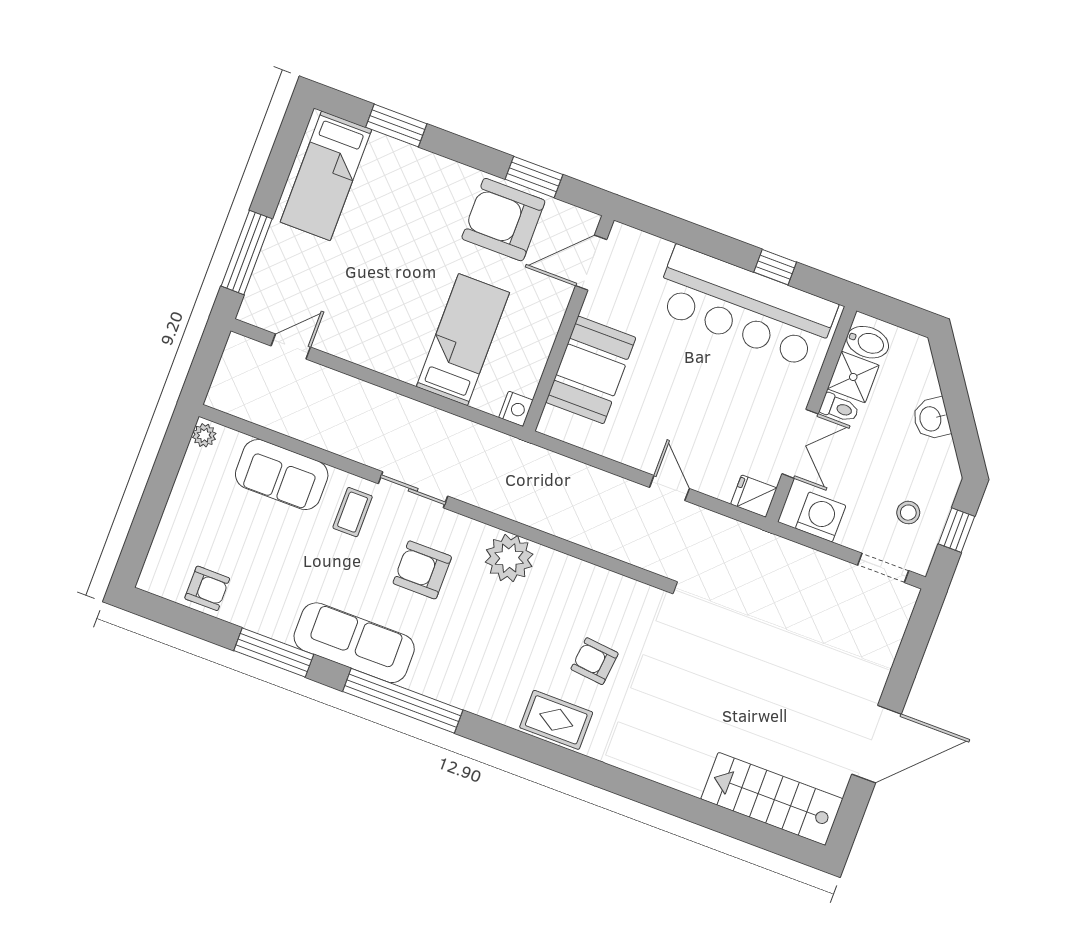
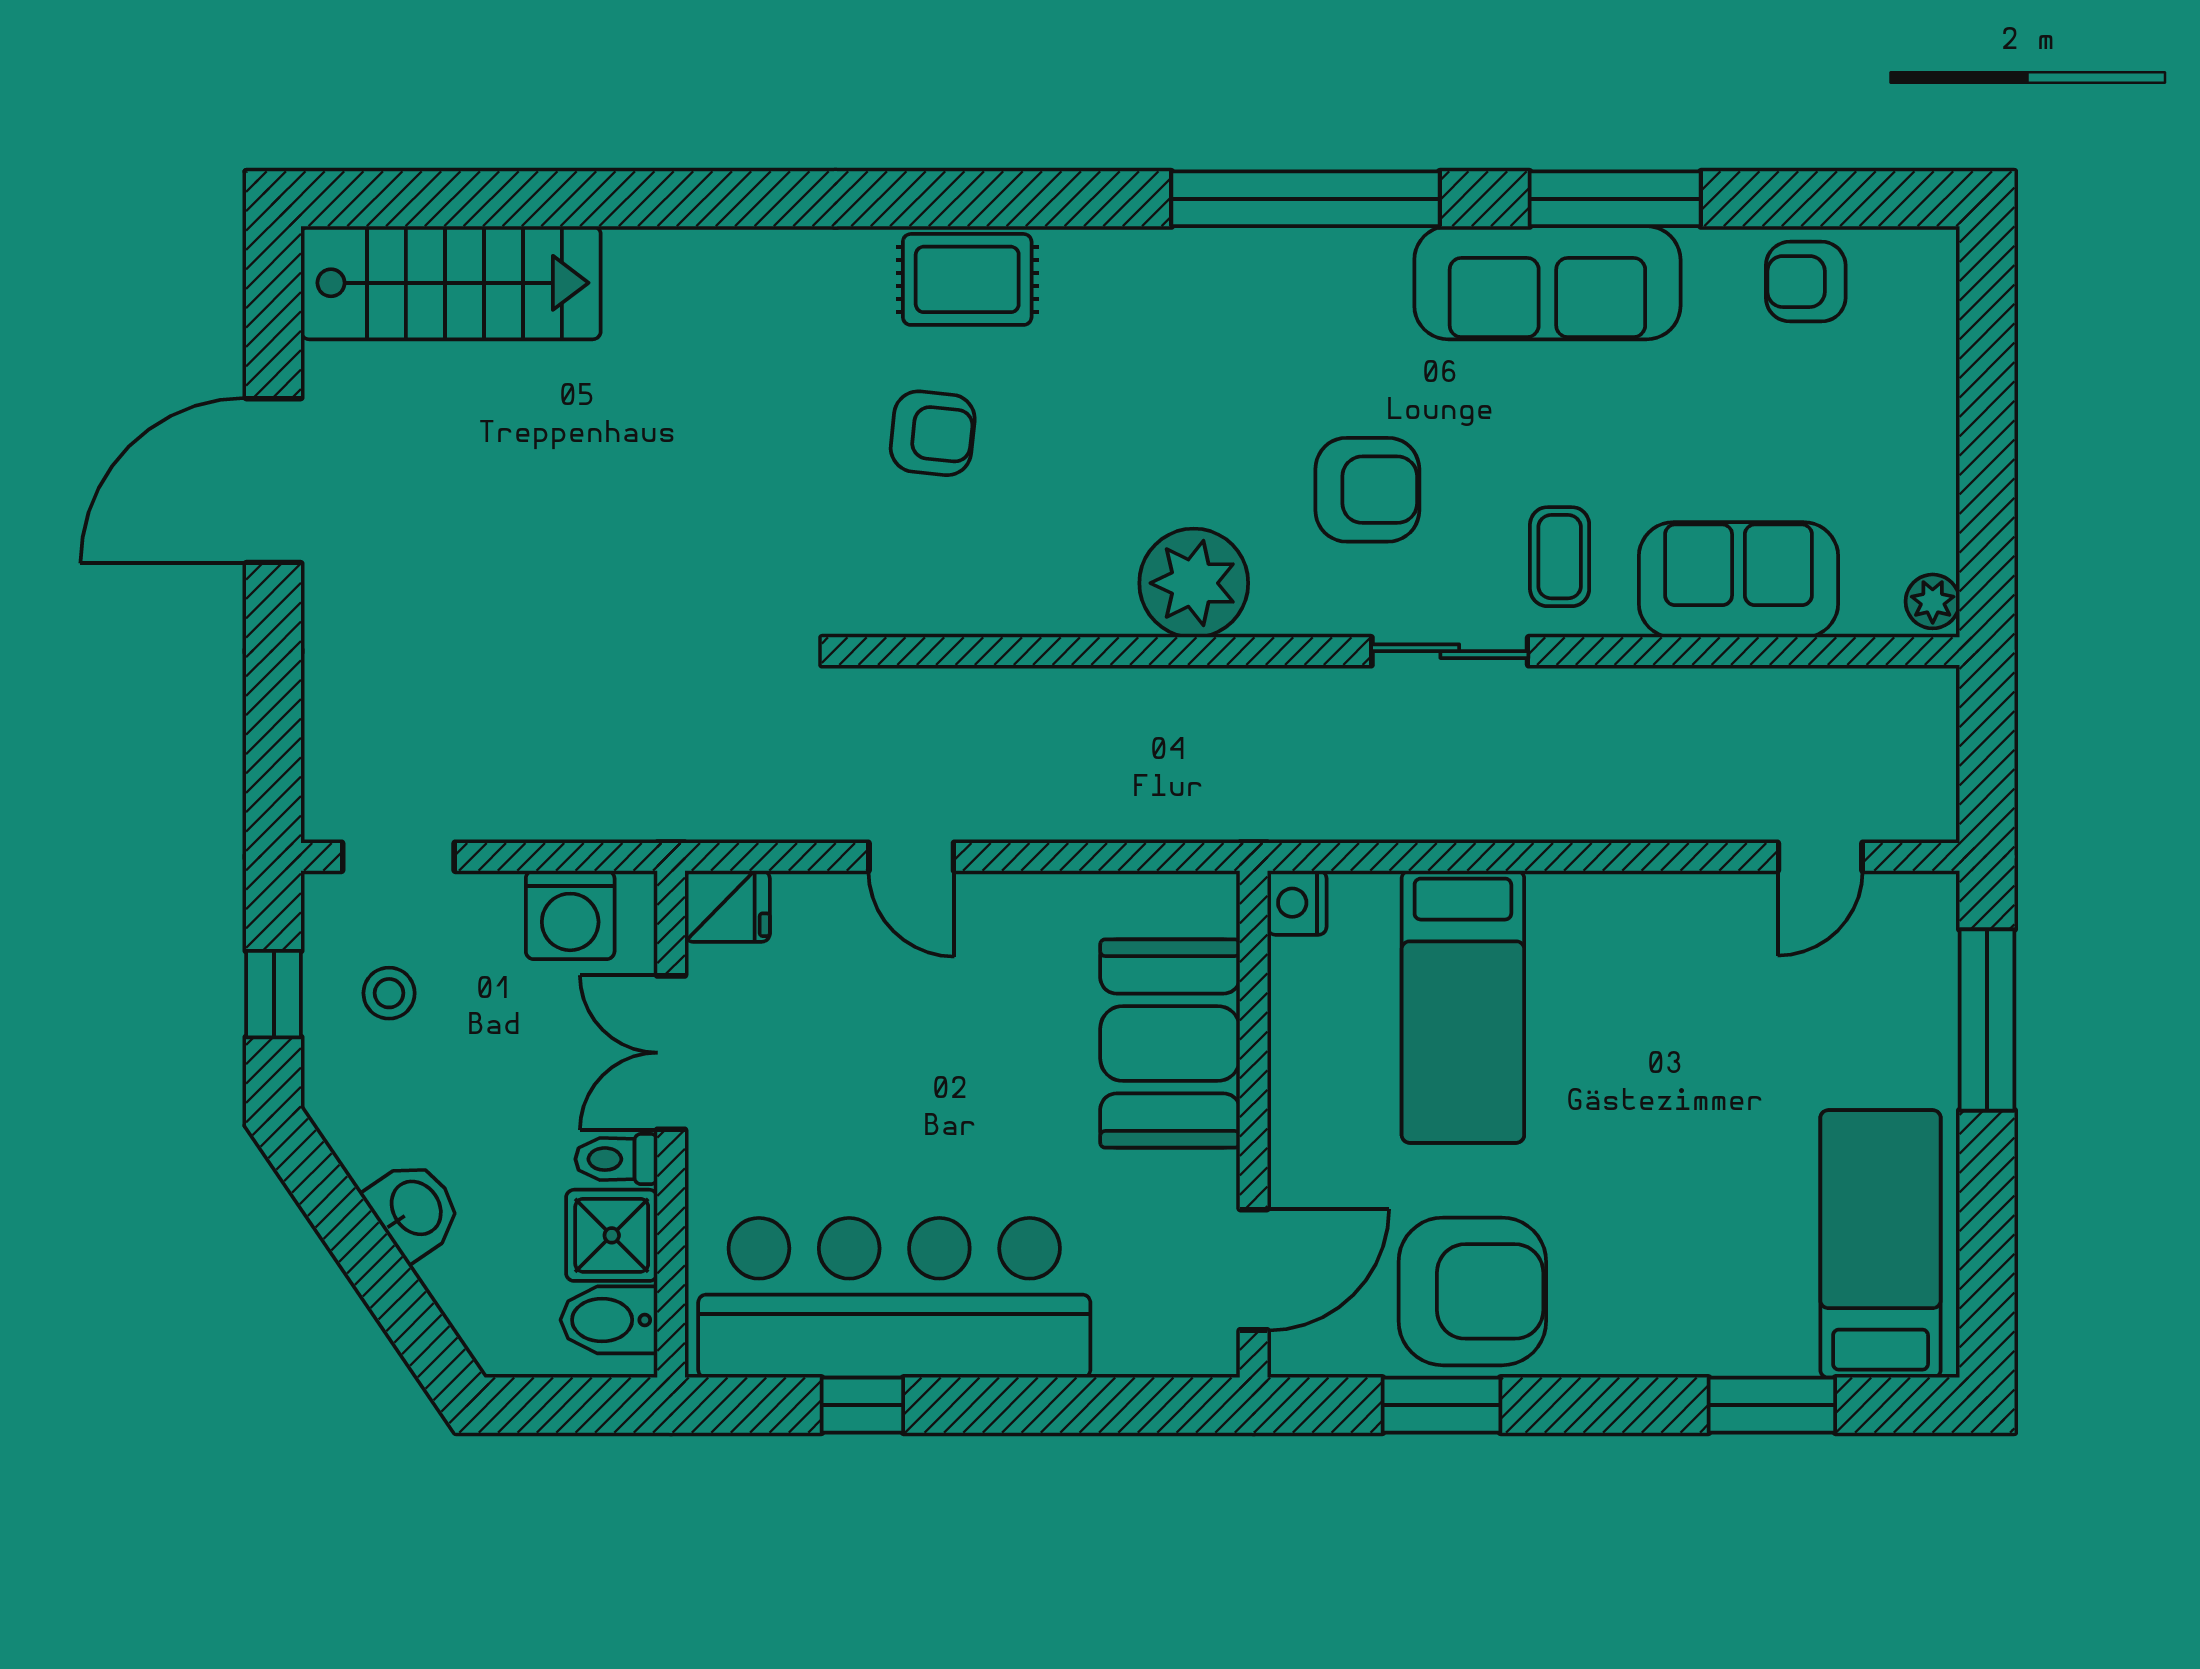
sofa: (354, 643) -> (1547, 283), moved

